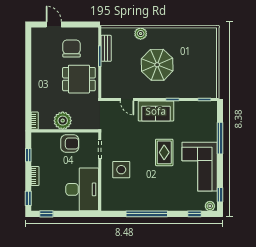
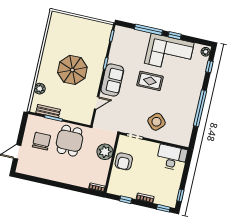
plant: (141, 34) -> (40, 89), moved
chair: (72, 49) -> (41, 141), turned 90
plant: (63, 121) -> (105, 152), moved
armchair: (70, 144) -> (124, 161), turned 180
side table: (121, 170) -> (157, 122), turned 45
desk: (82, 189) -> (172, 158), width x0.73, depth x0.77
window: (220, 195) -> (175, 36), moved

